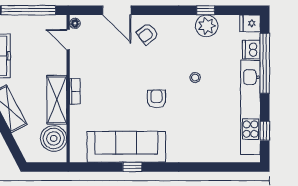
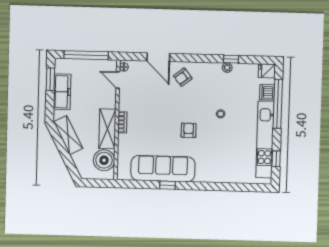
plant: (207, 26) -> (227, 68), width x0.53, depth x0.53

